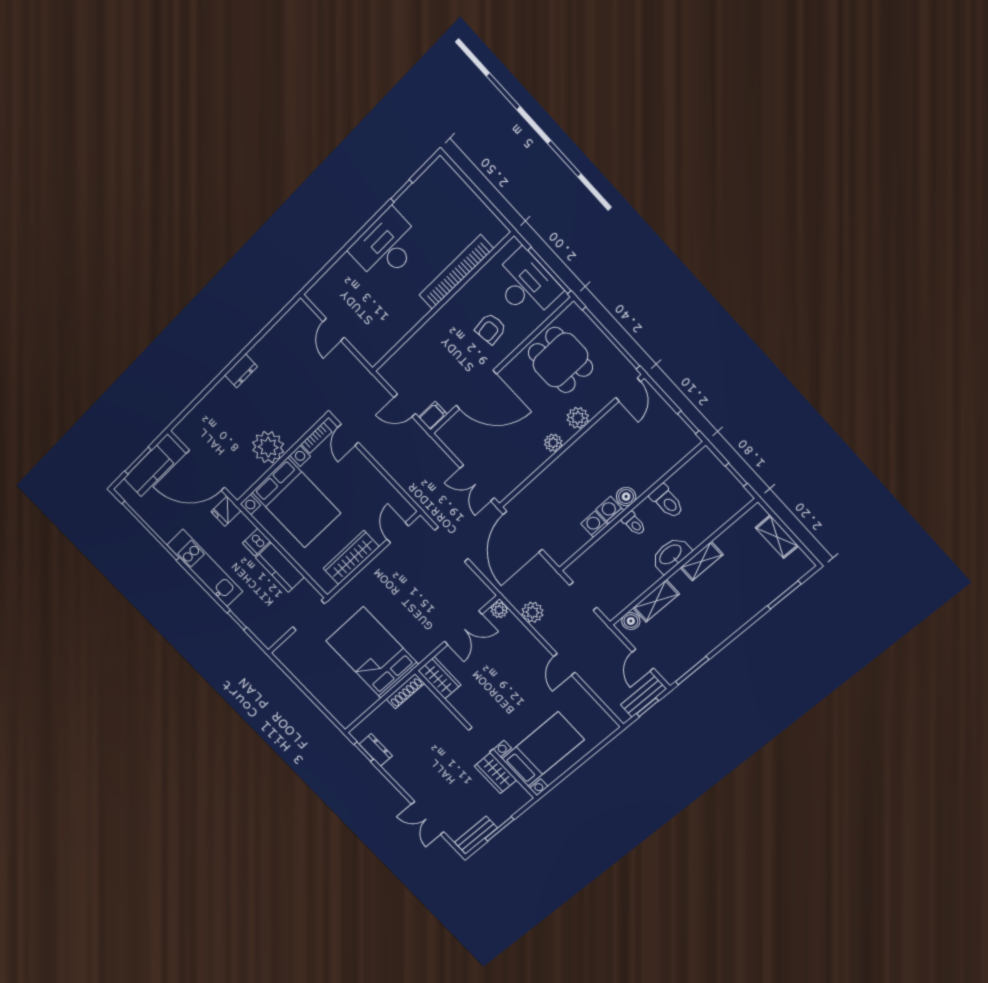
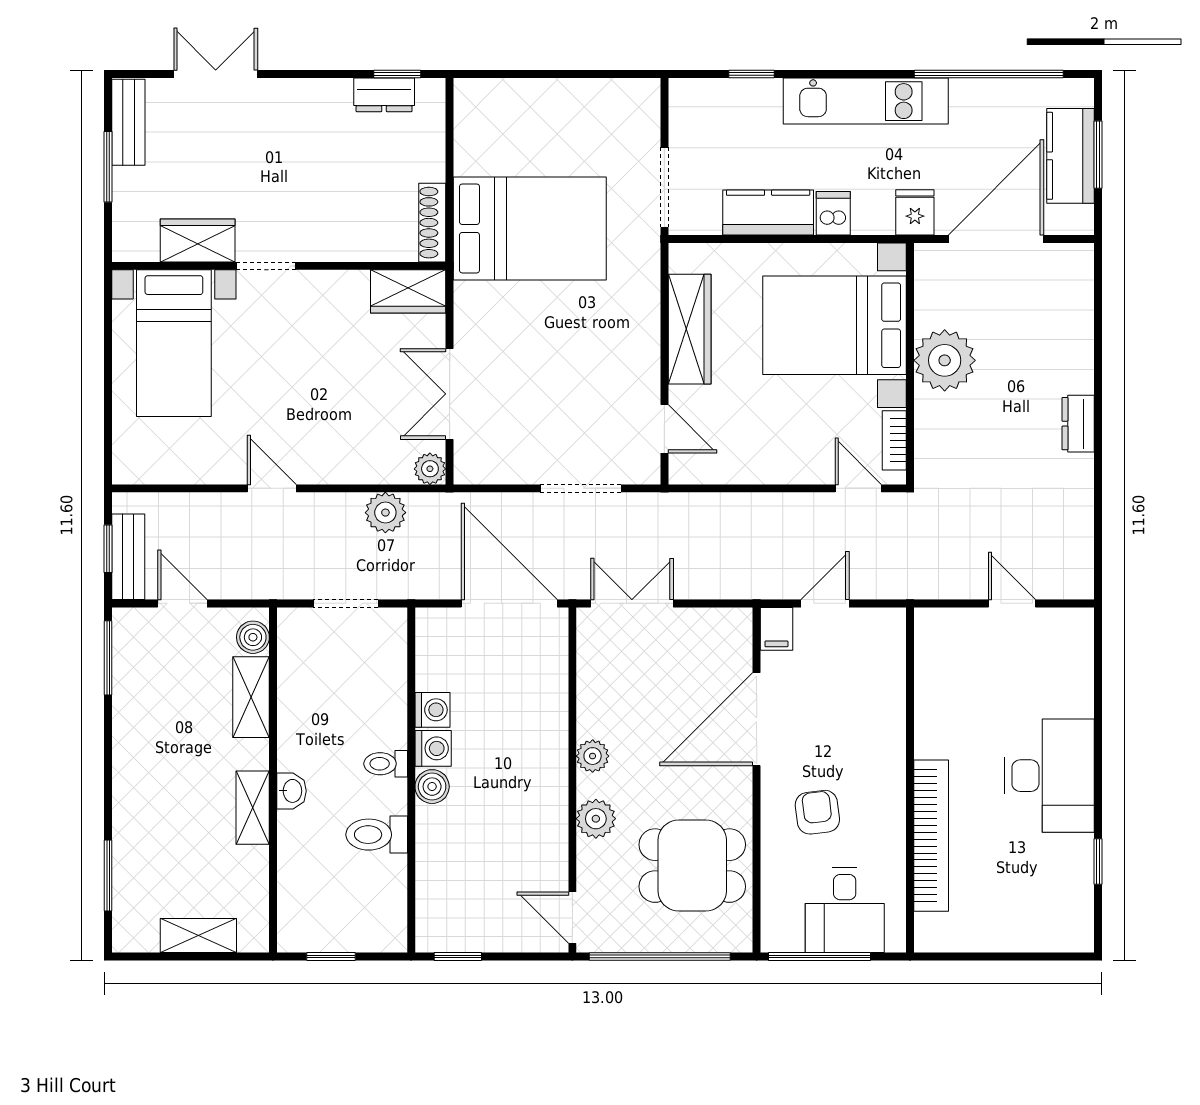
desk: (526, 285) -> (845, 910), width x0.73
washbasin: (671, 555) -> (292, 791), width x0.52, depth x0.69

